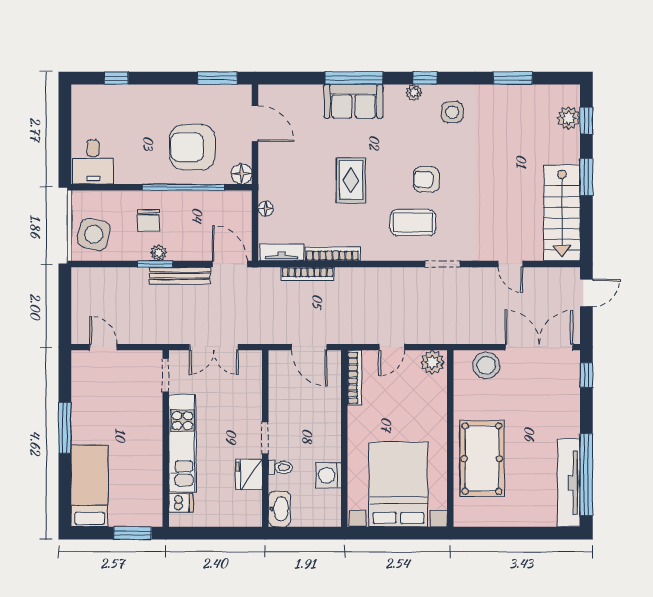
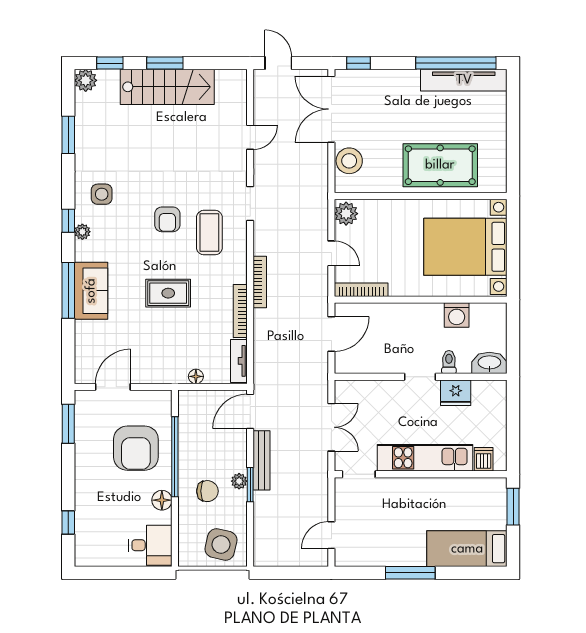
plant: (569, 118) -> (86, 80), moved
floor lamp: (242, 174) -> (162, 500), moved
stairs: (562, 213) -> (167, 87), moved
bookcase: (308, 274) -> (260, 282), moved

